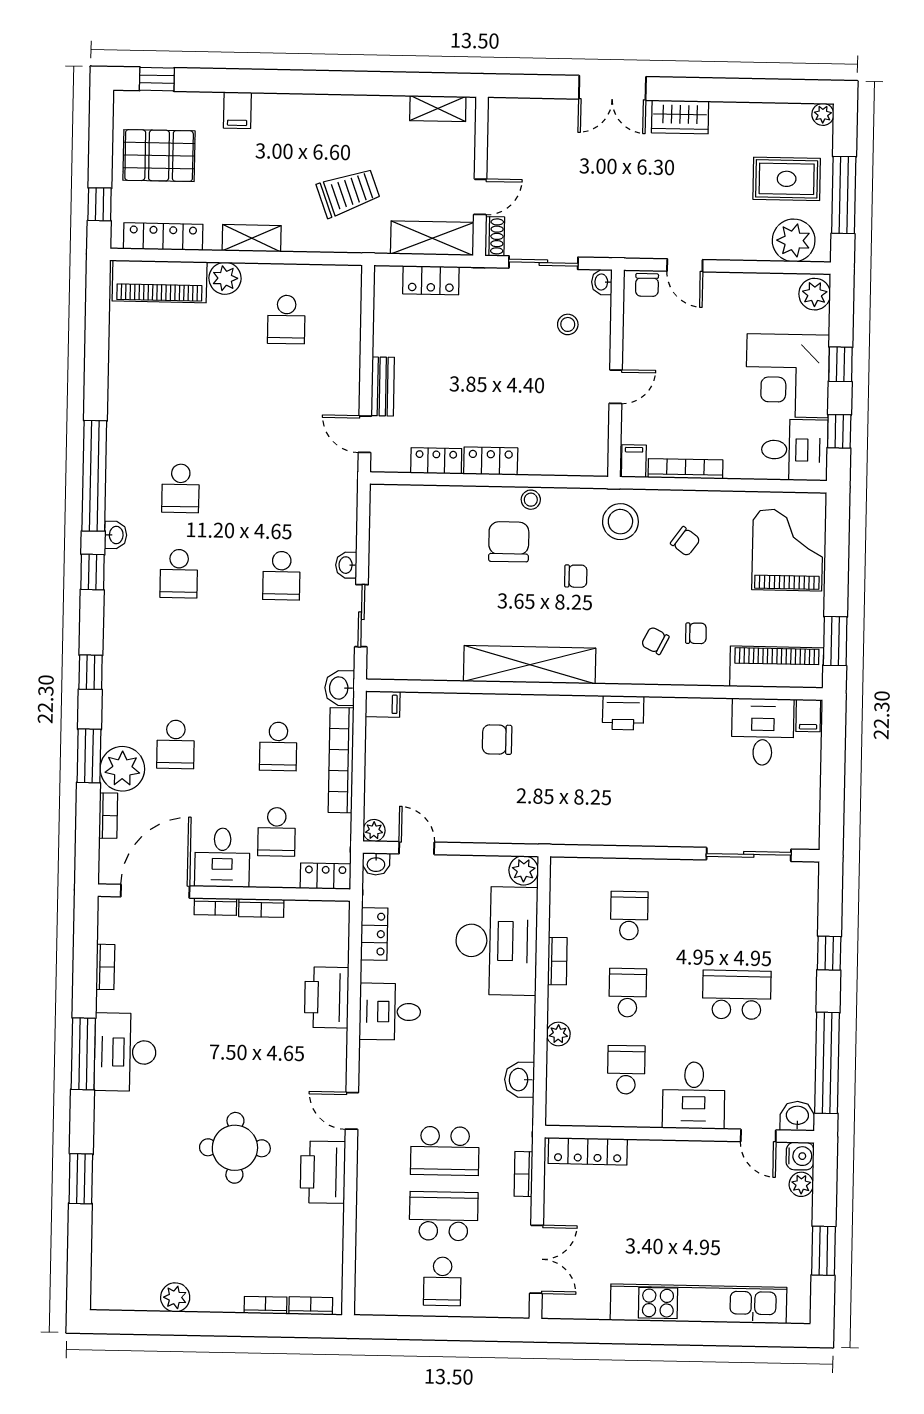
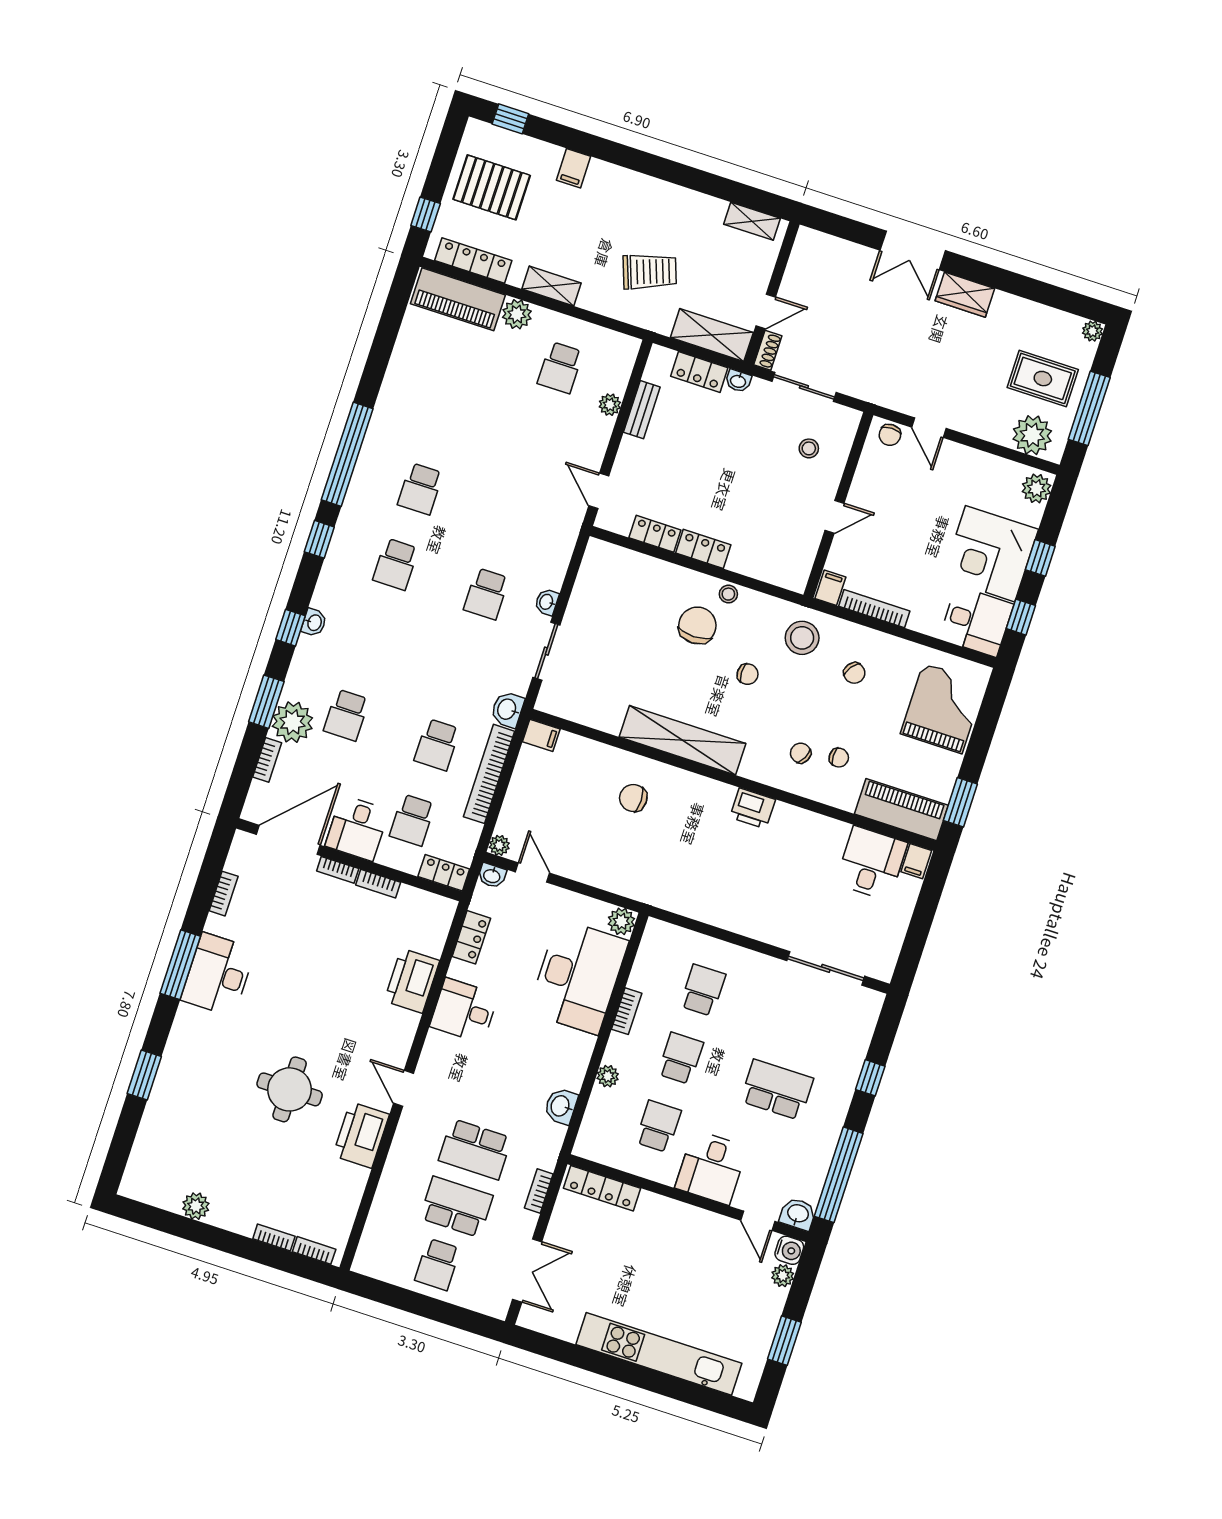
washbasin: (602, 282) -> (738, 381), moved, turned -90
plant: (349, 342) -> (610, 405), added
bench: (383, 386) -> (642, 410), moved
washbasin: (116, 535) -> (314, 623), moved

